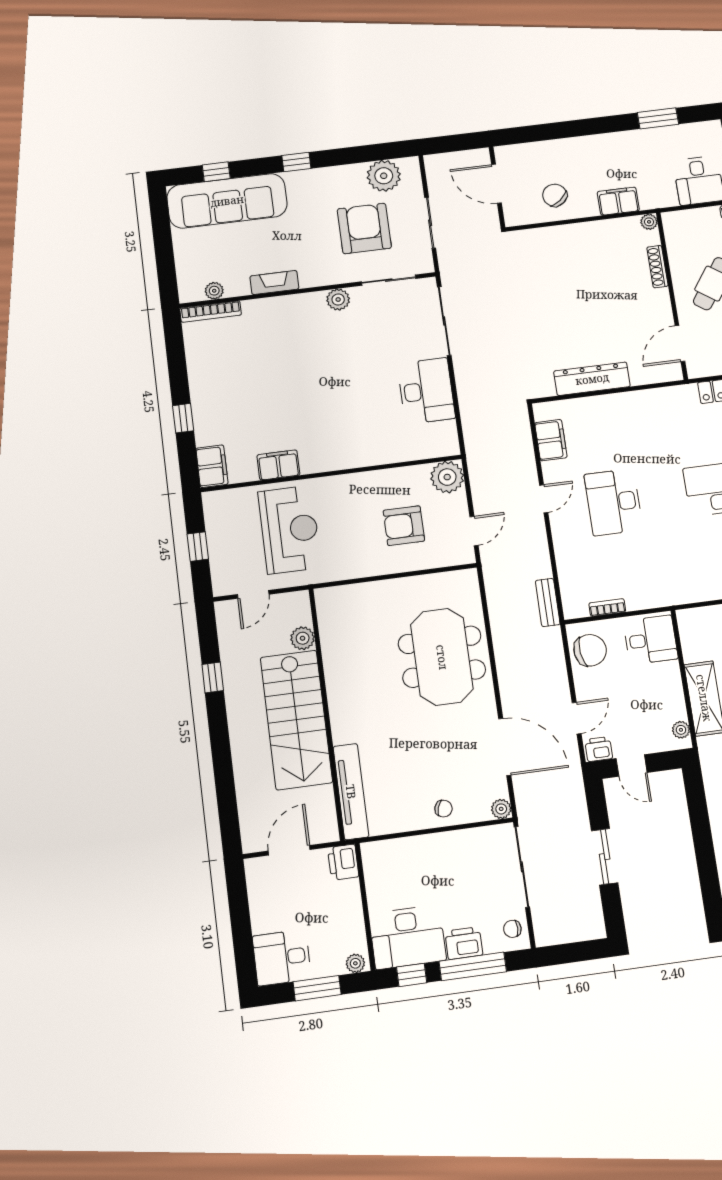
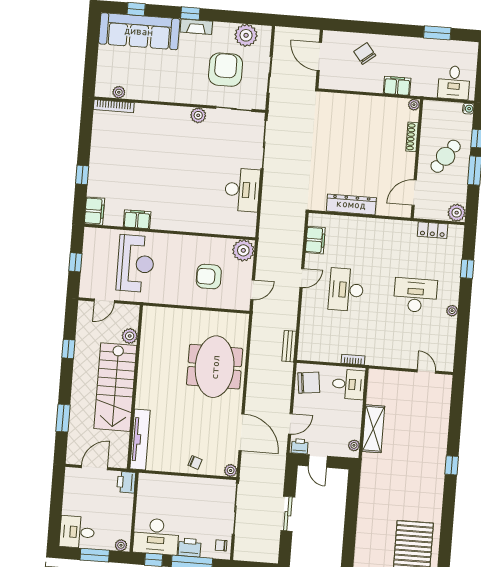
chair: (555, 195) -> (365, 53), moved
fireplace: (274, 282) -> (196, 27), moved, turned 180
bookcase: (607, 607) -> (353, 360), moved
window: (225, 784) -> (63, 418), added

